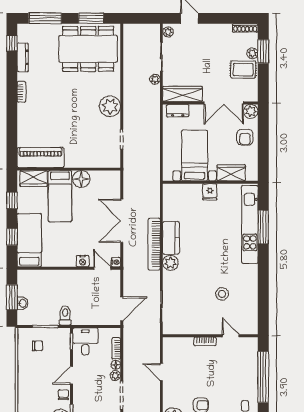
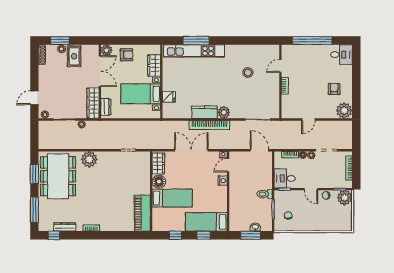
plant: (110, 106) -> (89, 159), moved
wardrobe: (34, 178) -> (158, 164), moved
fridge: (210, 192) -> (169, 97), moved
double door: (122, 221) -> (191, 150), swing flipped

